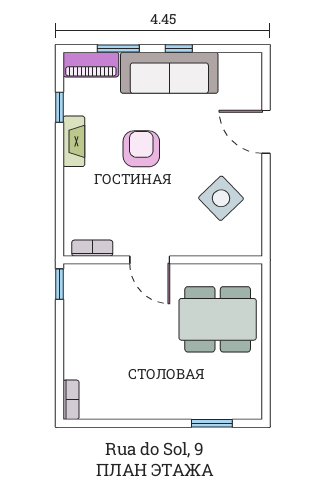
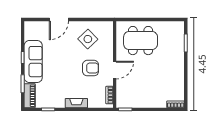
fireplace: (74, 141) -> (76, 103), moved
armchair: (141, 149) -> (91, 68), moved, turned 180
dining table: (218, 319) -> (141, 41), turned 90

